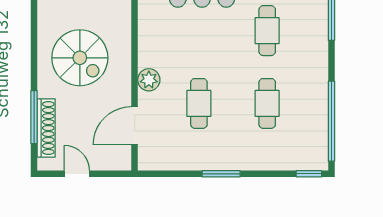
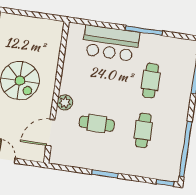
cafe table: (199, 103) -> (97, 124), turned 90

